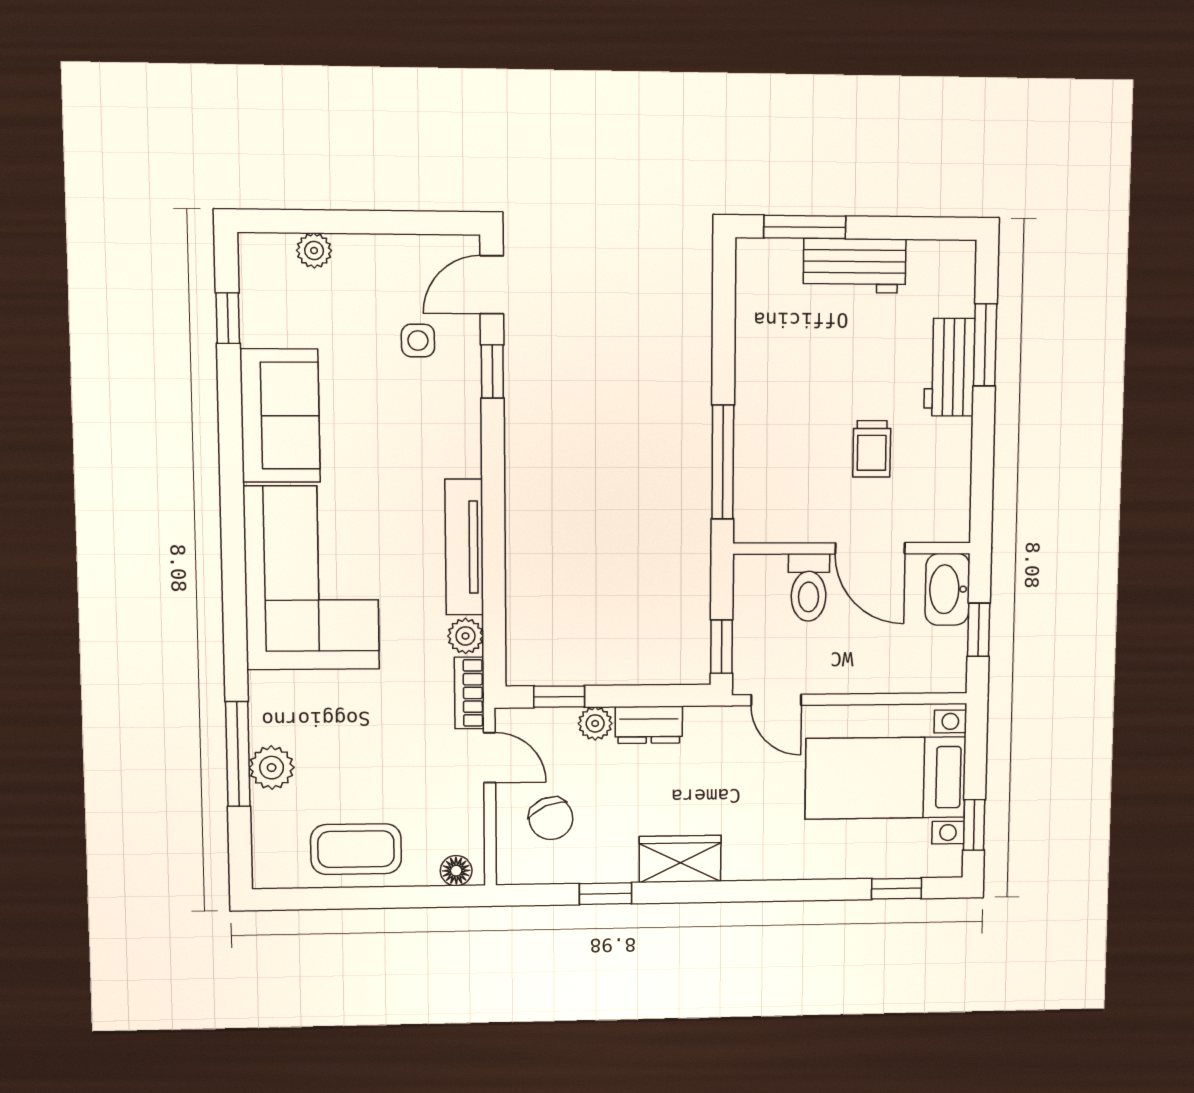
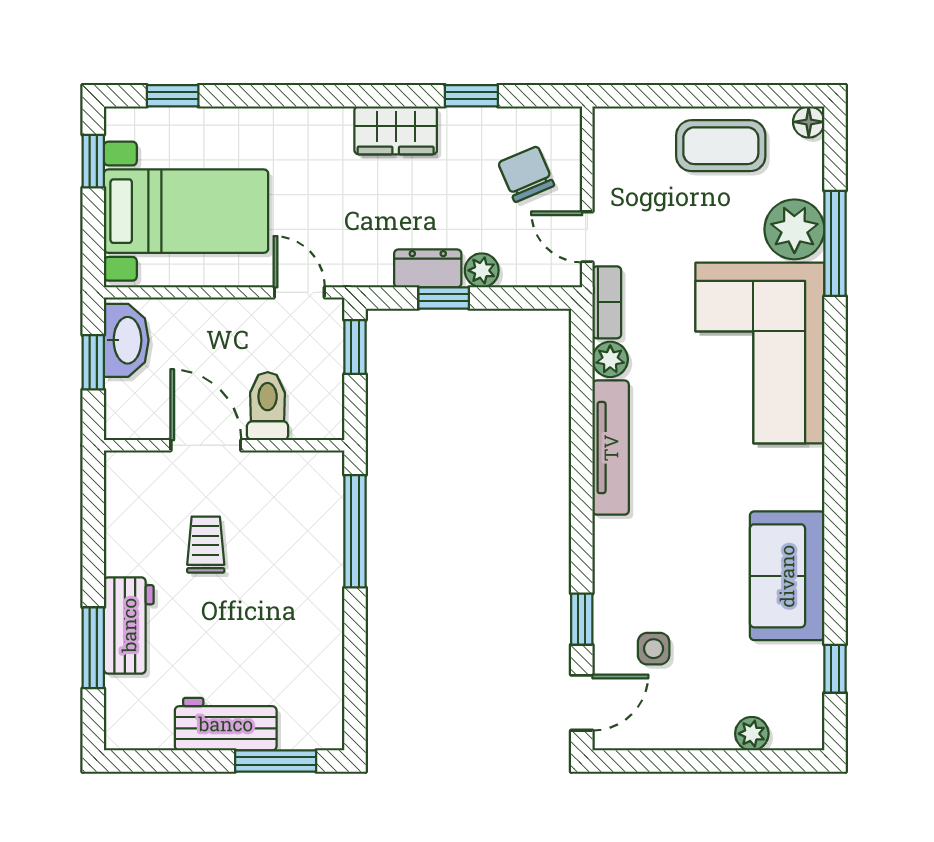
corner sofa: (312, 578) -> (760, 353), moved
washbasin: (947, 589) -> (126, 340), moved
window: (559, 697) -> (444, 298), moved
plant: (272, 768) -> (794, 229), width x1.36, depth x1.36
floor lamp: (456, 871) -> (809, 122), moved

